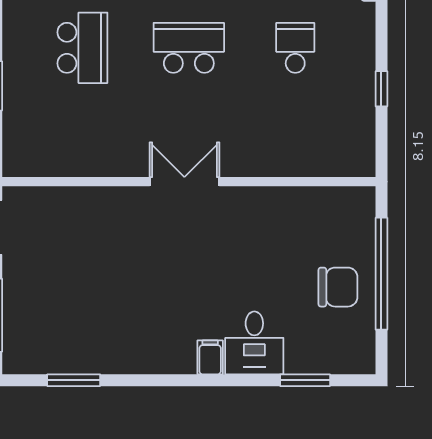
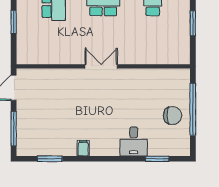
window: (381, 89) -> (193, 23), width x1.50
filing cabinet: (210, 357) -> (83, 148), moved

